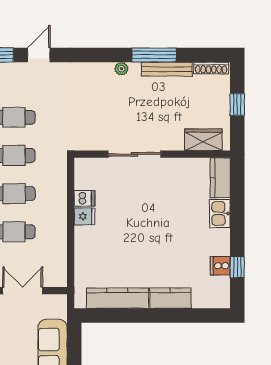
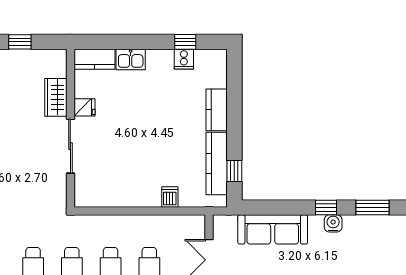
wardrobe: (203, 140) -> (56, 97), moved
dishwasher: (84, 198) -> (170, 197), moved
fridge: (84, 216) -> (85, 107), moved, turned 90
window: (110, 315) -> (234, 171), added

